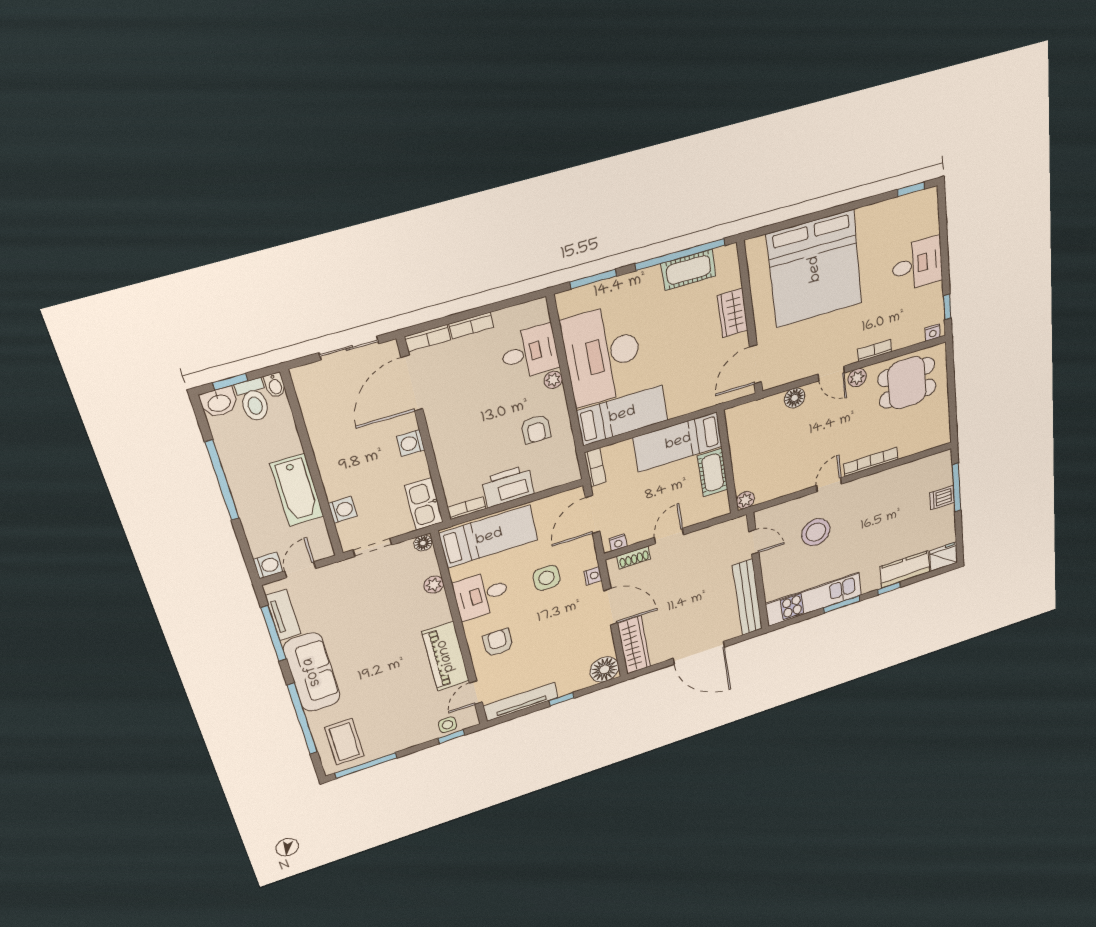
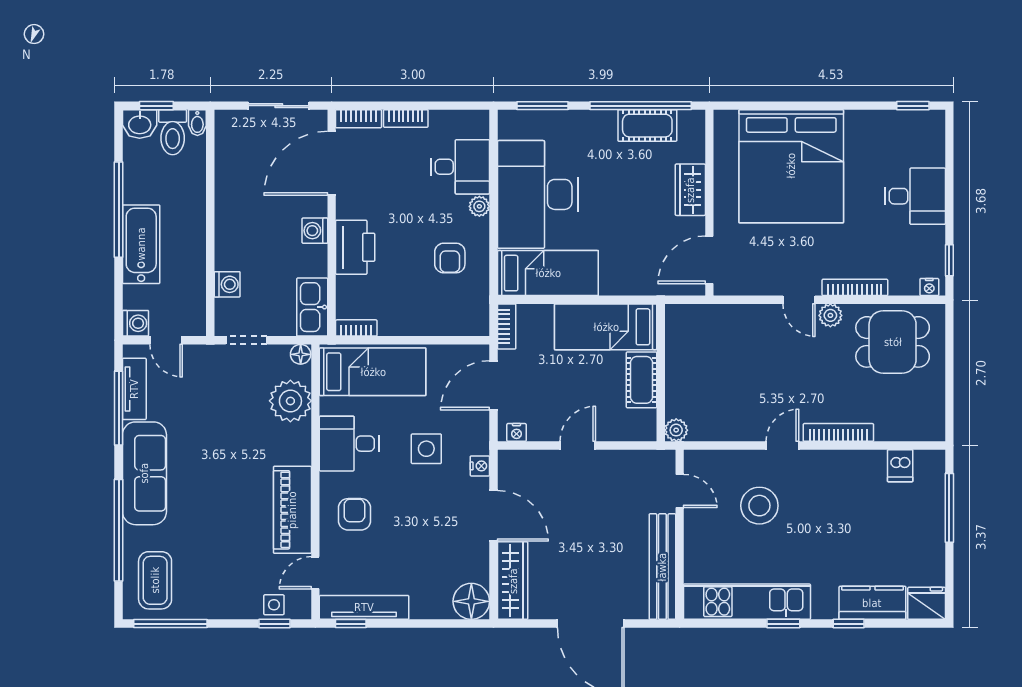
bookcase: (875, 350) -> (855, 287), width x1.56
floor lamp: (795, 398) -> (751, 316), removed
printer: (508, 486) -> (355, 247), moved, turned 90
bathtub: (297, 490) -> (141, 244), moved, turned 180
dishwasher: (942, 498) -> (900, 466), moved, turned -90
shoe rack: (634, 557) -> (532, 459), removed
door: (300, 570) -> (166, 340), swing flipped
plant: (434, 585) -> (290, 401), width x1.88, depth x1.88
window: (842, 604) -> (783, 624), width x0.67
window: (562, 699) -> (351, 624), moved

